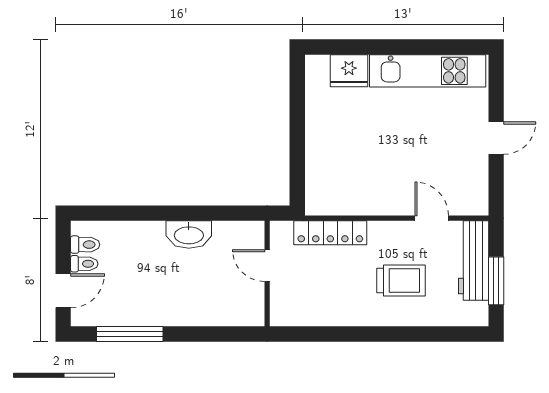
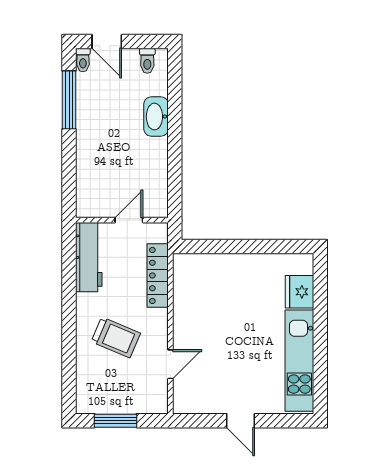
washbasin: (189, 235) -> (156, 117), moved
workbench: (474, 260) -> (89, 257), moved, turned 90
toilet: (84, 264) -> (83, 60), moved
trolley: (401, 281) -> (116, 337), turned -67

